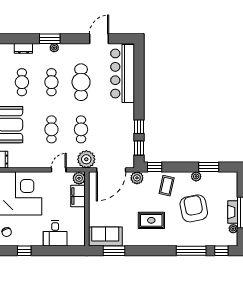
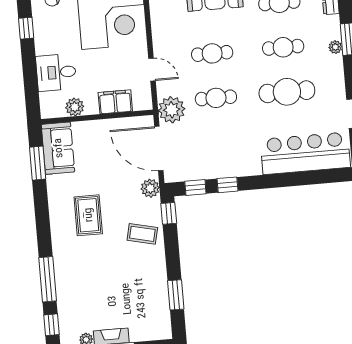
plant: (196, 176) -> (160, 277), removed
plant: (79, 178) -> (75, 107), moved
armchair: (194, 208) -> (112, 278), removed

